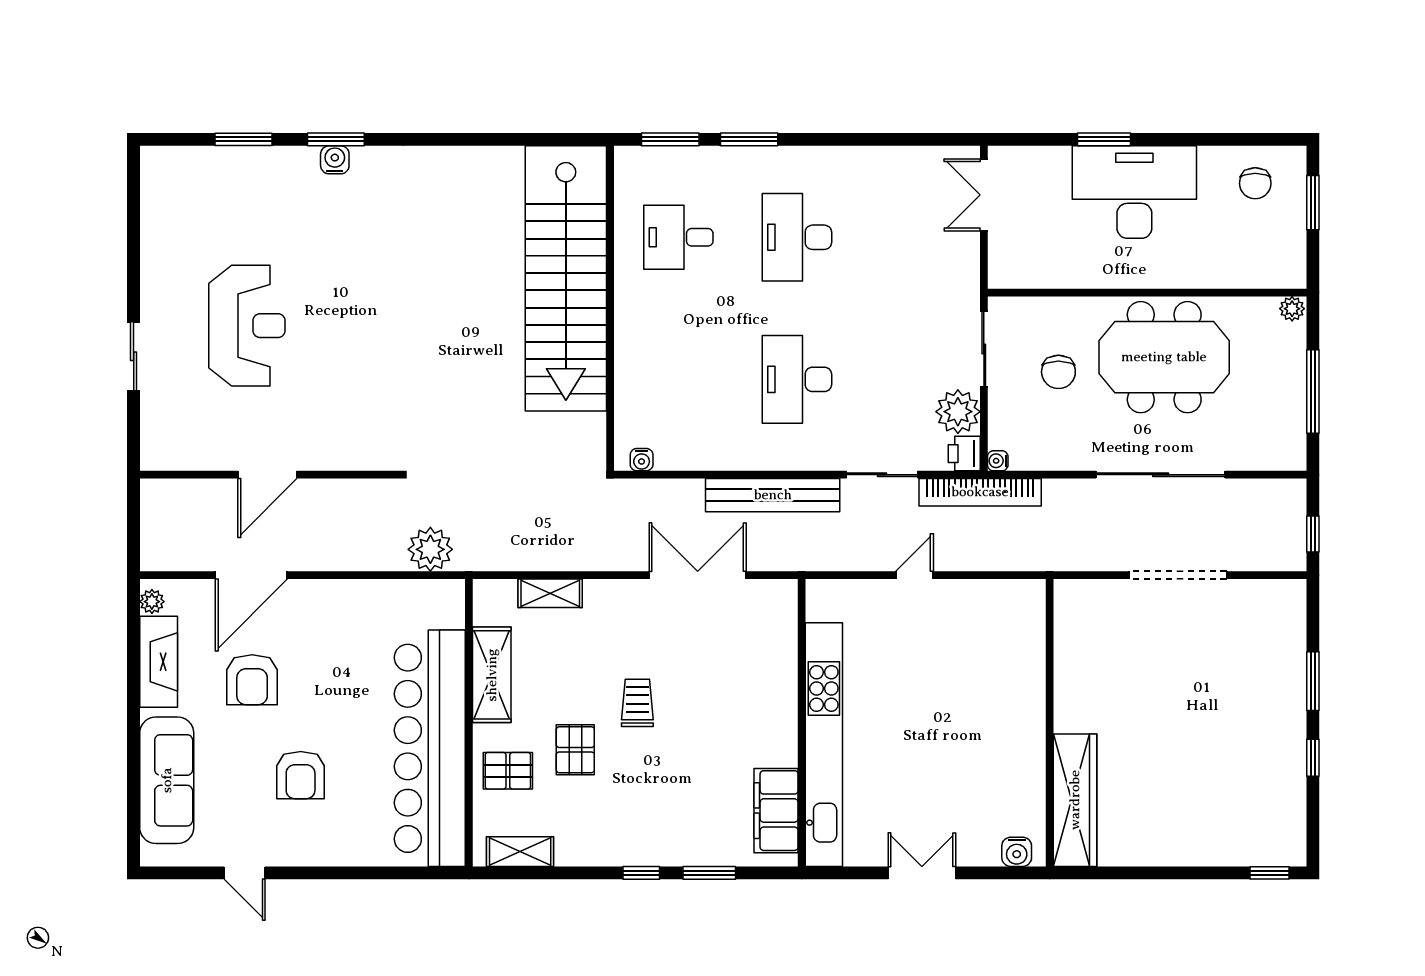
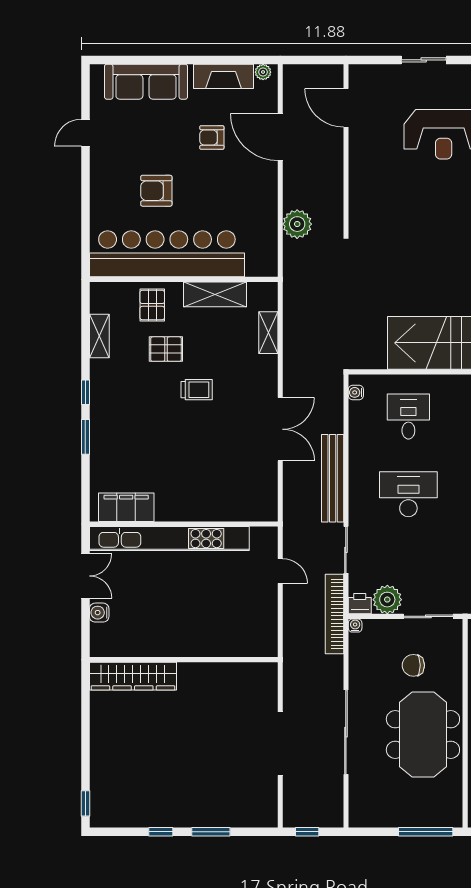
plant: (1292, 309) -> (455, 818), removed
desk: (678, 379) -> (408, 417), added
window: (1313, 392) -> (426, 832), moved
door: (267, 475) -> (346, 108), moved
plant: (430, 549) -> (297, 224), moved
armchair: (252, 680) -> (212, 138), width x0.72, depth x0.72
wall: (802, 723) -> (184, 524), moved
kitchen unit: (824, 745) -> (169, 539), moved
armchair: (301, 775) -> (156, 191), moved
filing cabinet: (776, 811) -> (126, 507), moved
shelving: (520, 852) -> (99, 336), moved
water cooler: (1017, 852) -> (99, 613), moved

